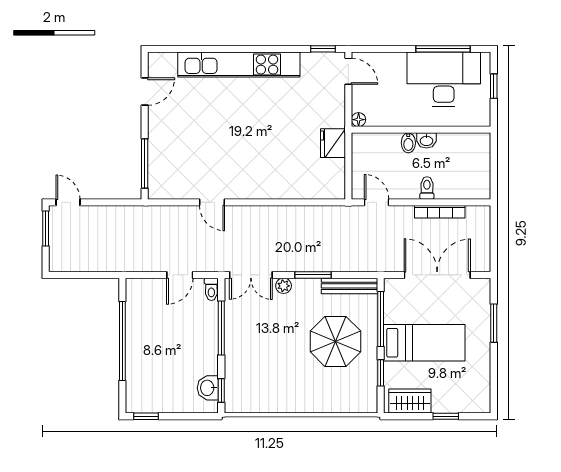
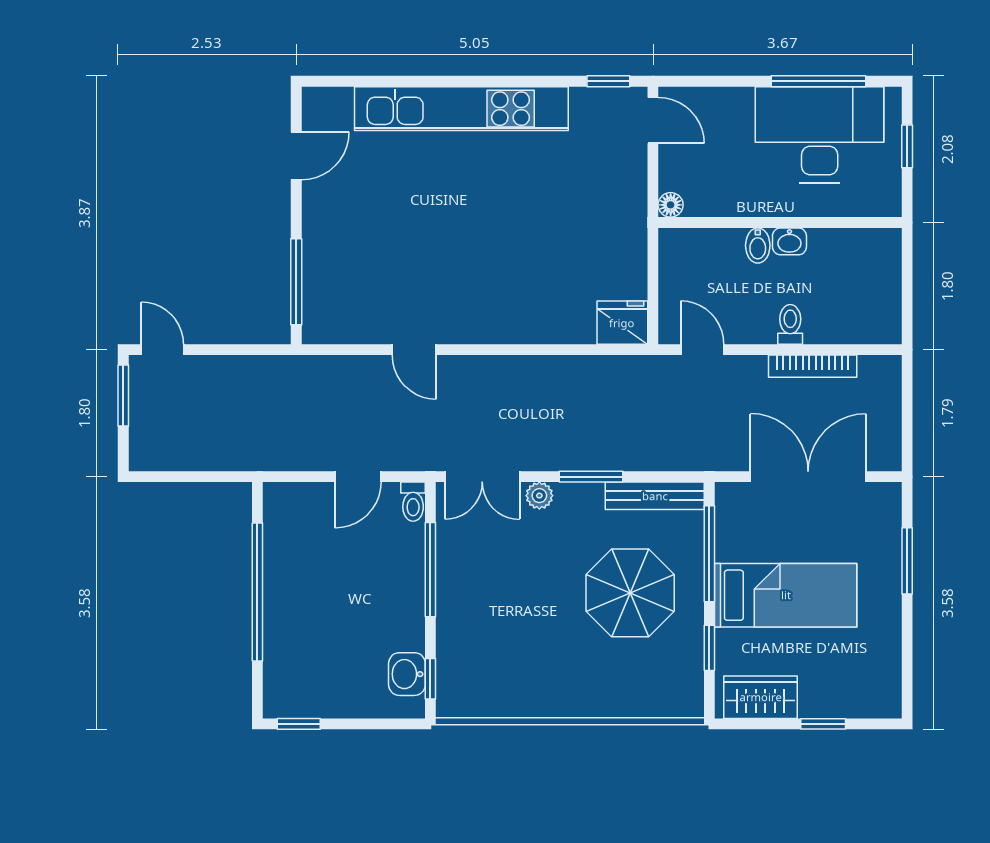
fridge: (333, 143) -> (622, 323), moved, turned 90

